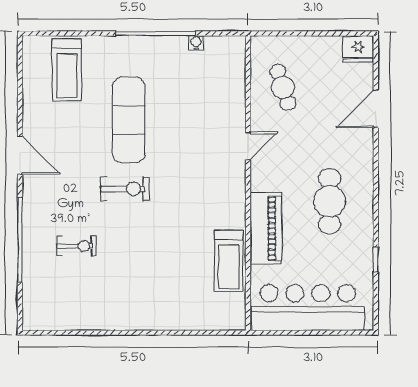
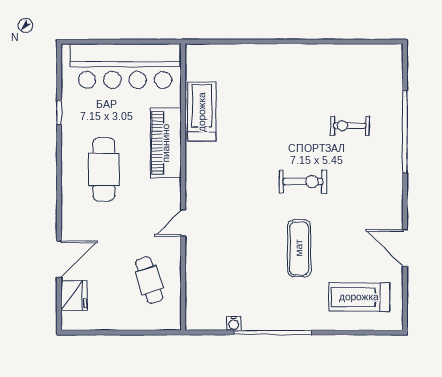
fridge: (358, 49) -> (74, 296), moved, turned 90
treadmill: (67, 70) -> (359, 297), turned -90
exercise mat: (129, 120) -> (299, 248), width x0.73, depth x0.69
door: (20, 155) -> (405, 248), moved
exercise bike: (125, 189) -> (303, 182), turned 180

